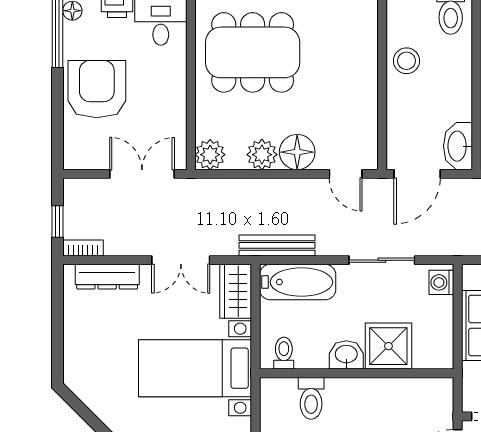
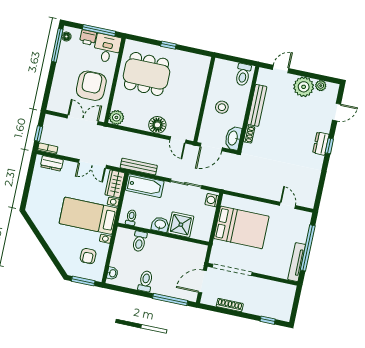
stool: (406, 61) -> (222, 107), moved
armchair: (97, 89) -> (91, 86), moved
plant: (262, 155) -> (141, 123), removed
dresser: (107, 277) -> (52, 163), width x0.70

